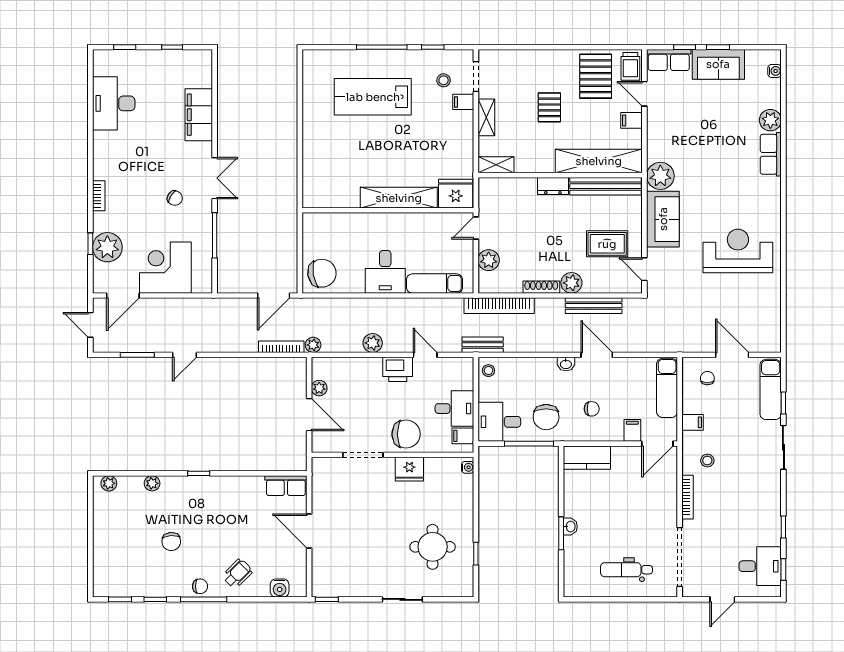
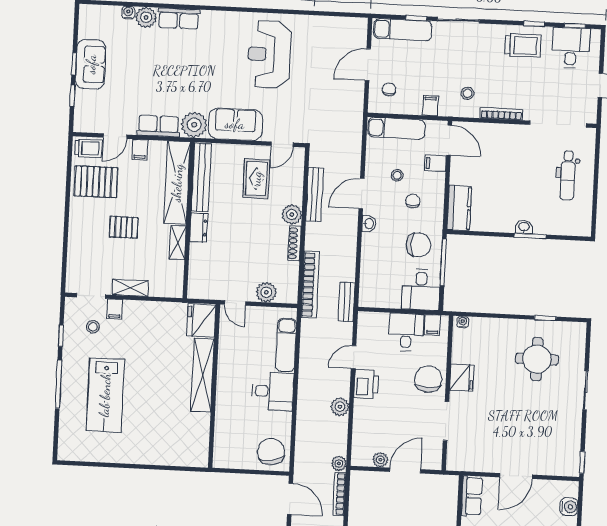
row of seats: (669, 60) -> (158, 126), moved, turned -90
water cooler: (775, 71) -> (128, 12), moved
shelving: (496, 165) -> (178, 243), moved
stool: (488, 371) -> (397, 175), moved
chair: (707, 378) -> (389, 89), turned 90
trolley: (760, 516) -> (523, 45), added

